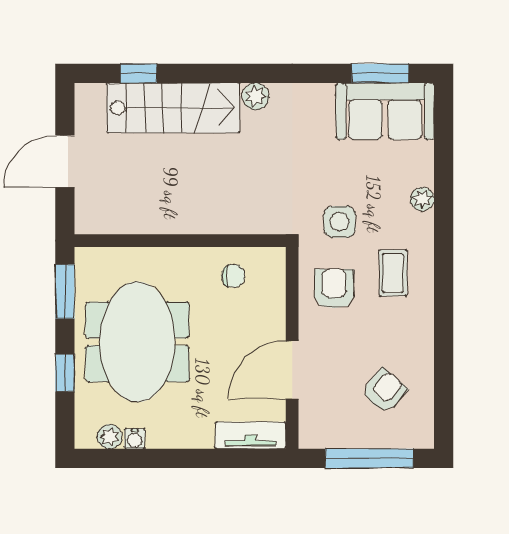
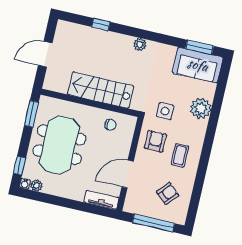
window: (139, 73) -> (101, 24), moved
stairs: (173, 108) -> (101, 90), moved, turned 180
plant: (422, 199) -> (201, 108), width x1.88, depth x1.88
coffee table: (393, 273) -> (180, 155), moved
window: (65, 373) -> (20, 166), moved
water cooler: (135, 439) -> (25, 184), moved

